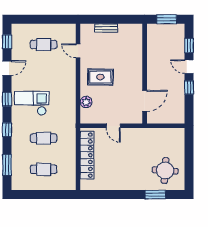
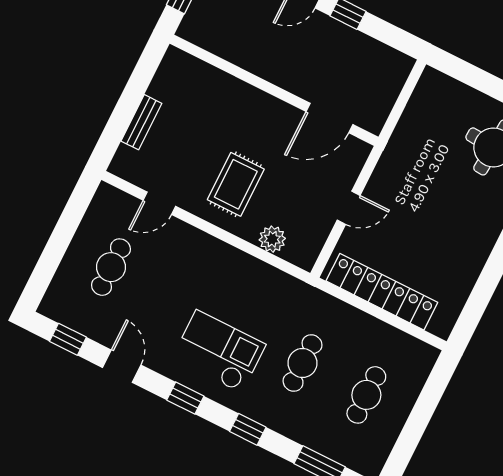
door: (145, 101) -> (329, 118), swing flipped
checkout: (32, 103) -> (219, 351), turned 90

